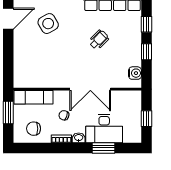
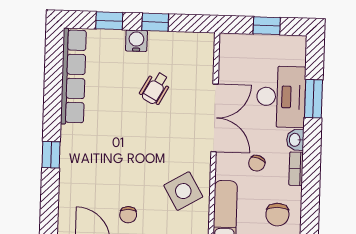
side table: (48, 24) -> (183, 191), moved
chair: (31, 39) -> (128, 215), added
wheelchair: (99, 40) -> (155, 88), moved, turned -106
water cooler: (135, 73) -> (136, 41), moved

